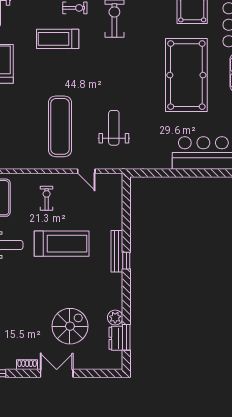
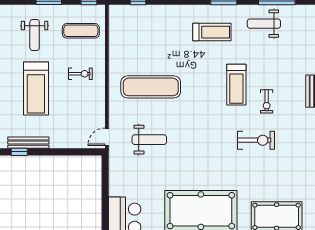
treadmill: (58, 39) -> (236, 85), turned 180
door: (86, 171) -> (107, 137), moved

